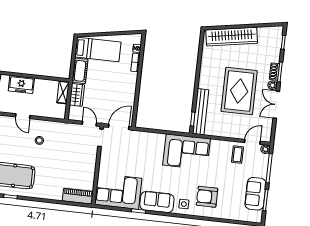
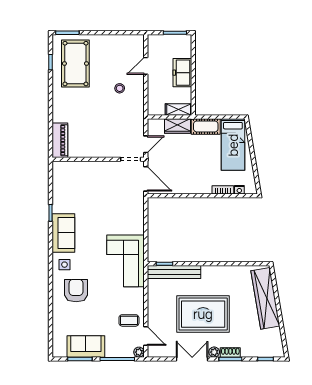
freezer: (21, 84) -> (182, 73), moved
corner sofa: (118, 191) -> (71, 187), removed

